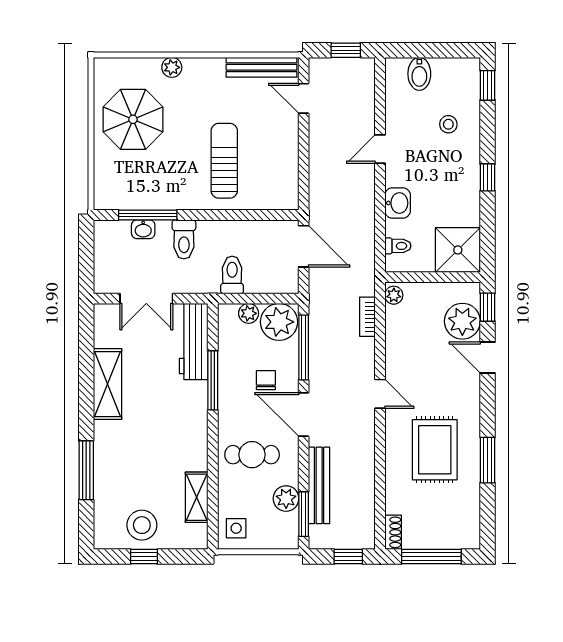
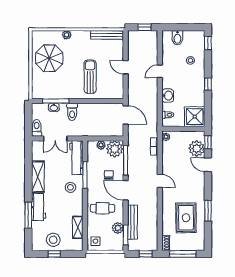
door: (304, 98) -> (126, 67), moved
toilet: (232, 275) -> (37, 128), moved
stool: (180, 408) -> (70, 187), added
rug: (435, 450) -> (186, 218), moved
workbench: (109, 452) -> (39, 207), added

